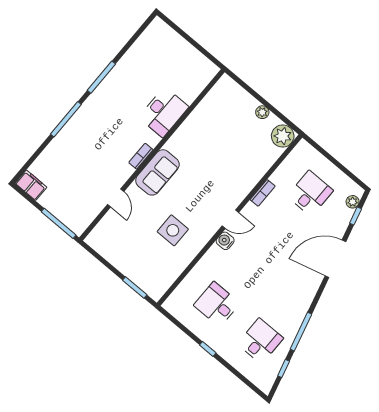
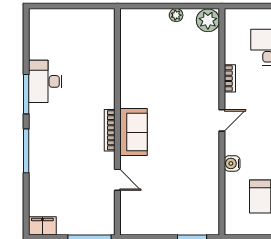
desk: (164, 112) -> (45, 81), moved, turned 180
bookcase: (141, 156) -> (110, 130), width x1.56
side table: (173, 230) -> (184, 167), removed
water cooler: (225, 241) -> (232, 163), moved

